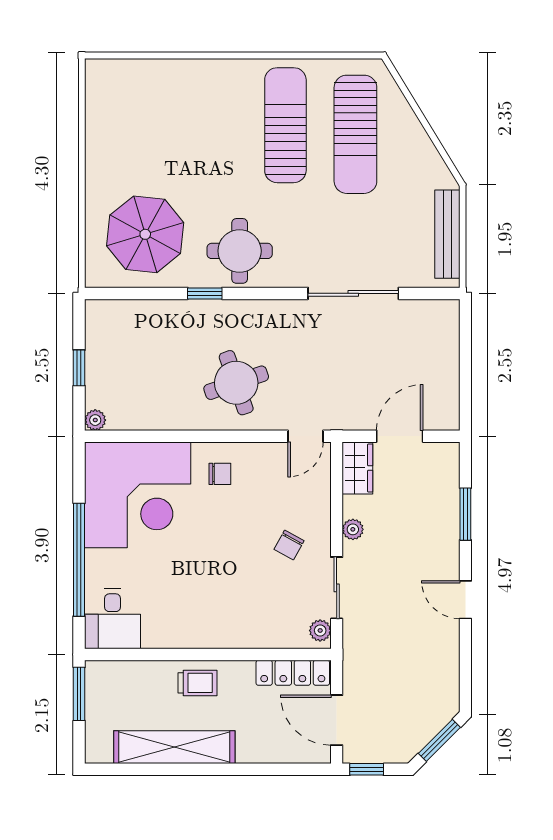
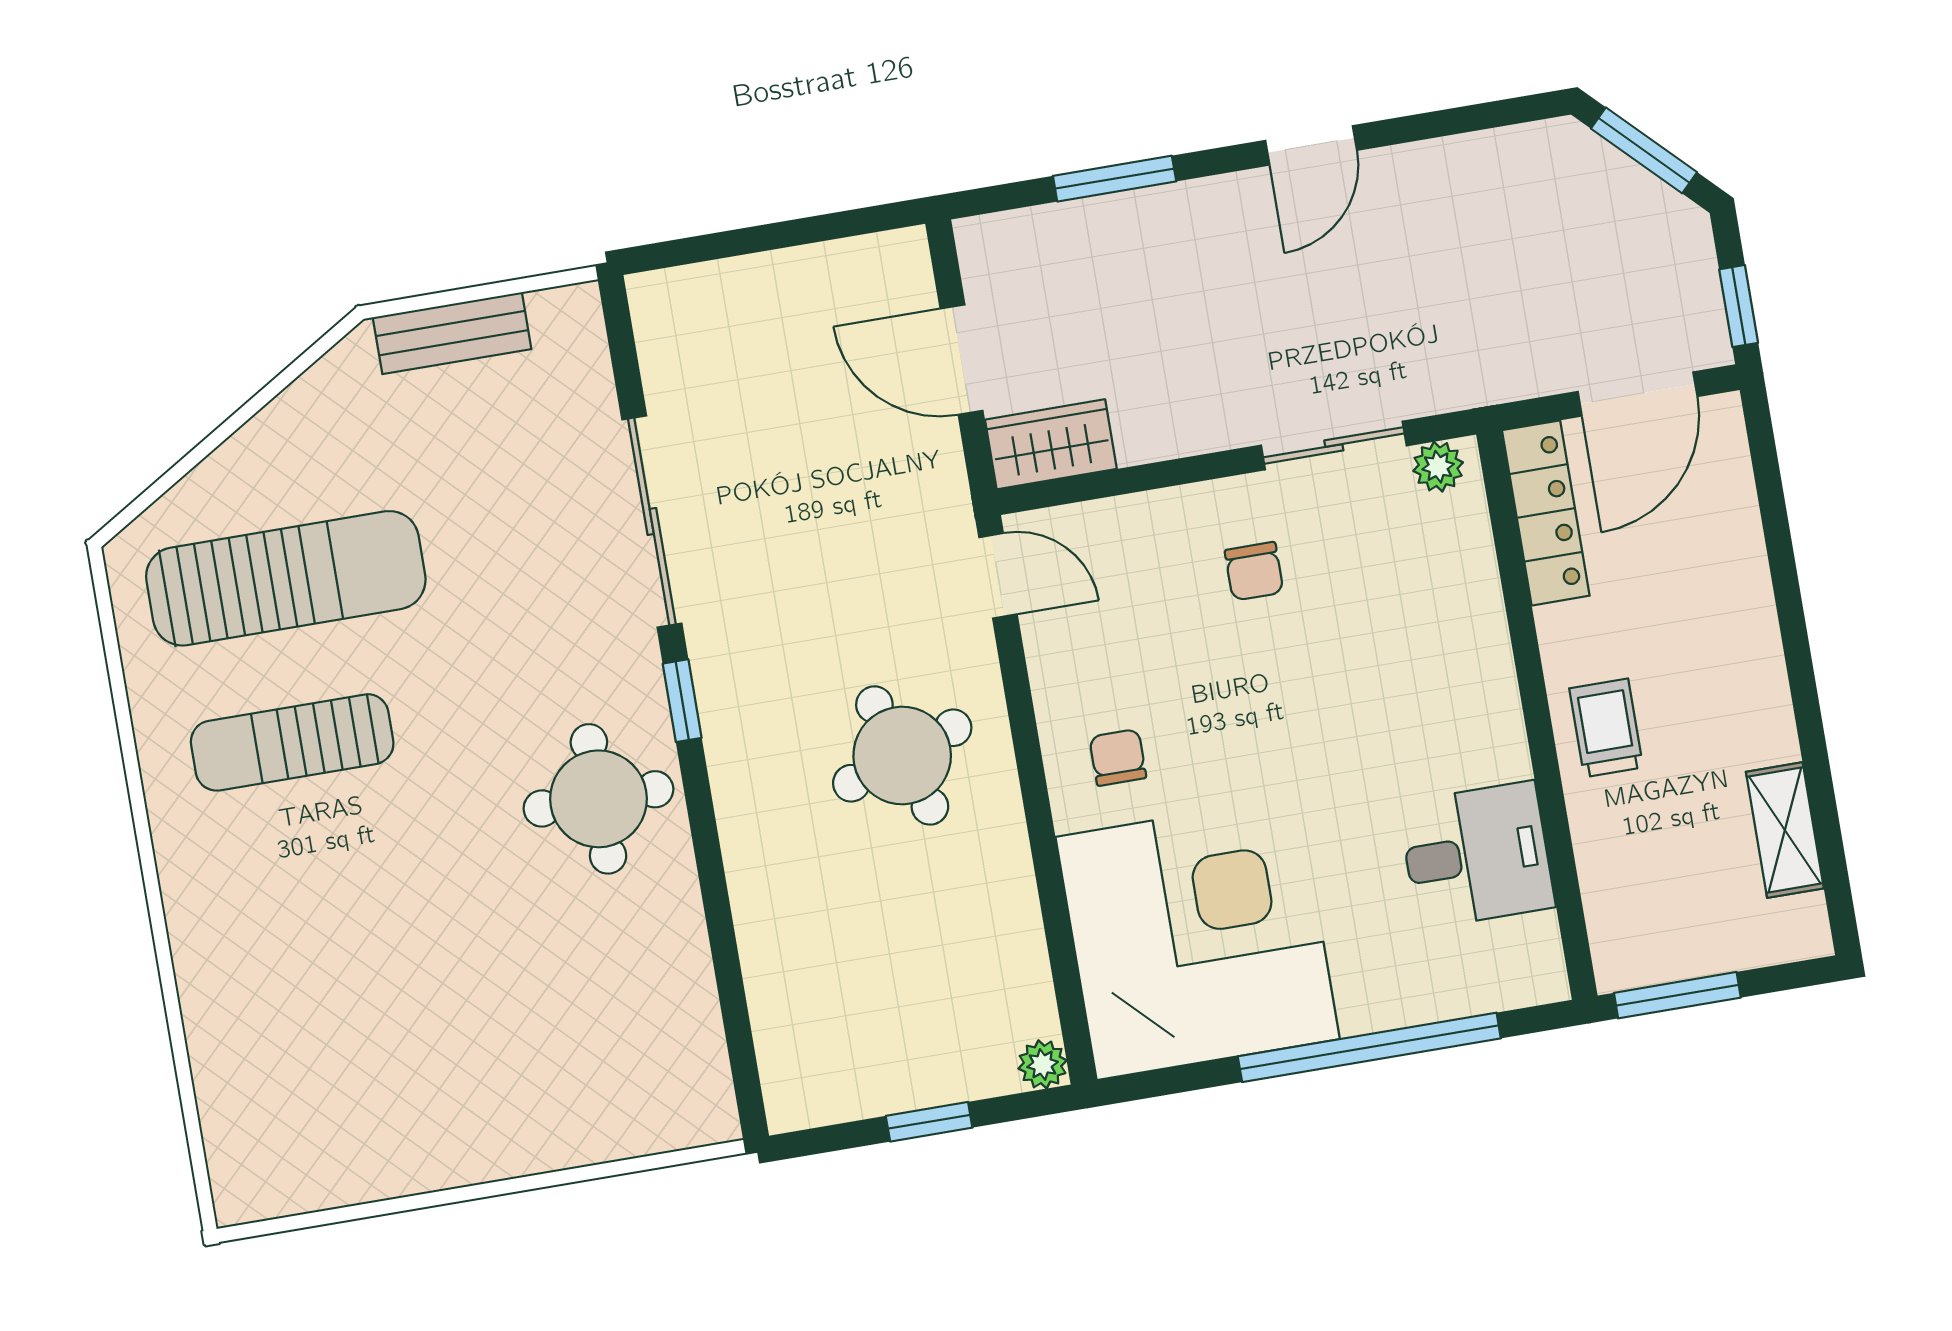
sun lounger: (285, 125) -> (292, 742), width x0.73, depth x0.75
parasol: (145, 234) -> (597, 1022), removed
bench: (447, 234) -> (452, 333), width x0.73
window: (205, 293) -> (682, 701), moved
plant: (353, 529) -> (1193, 431), removed
chair: (289, 545) -> (1254, 571), turned 61
desk: (113, 619) -> (1477, 855), moved
shelving: (174, 747) -> (1785, 830), width x0.45, depth x0.75

